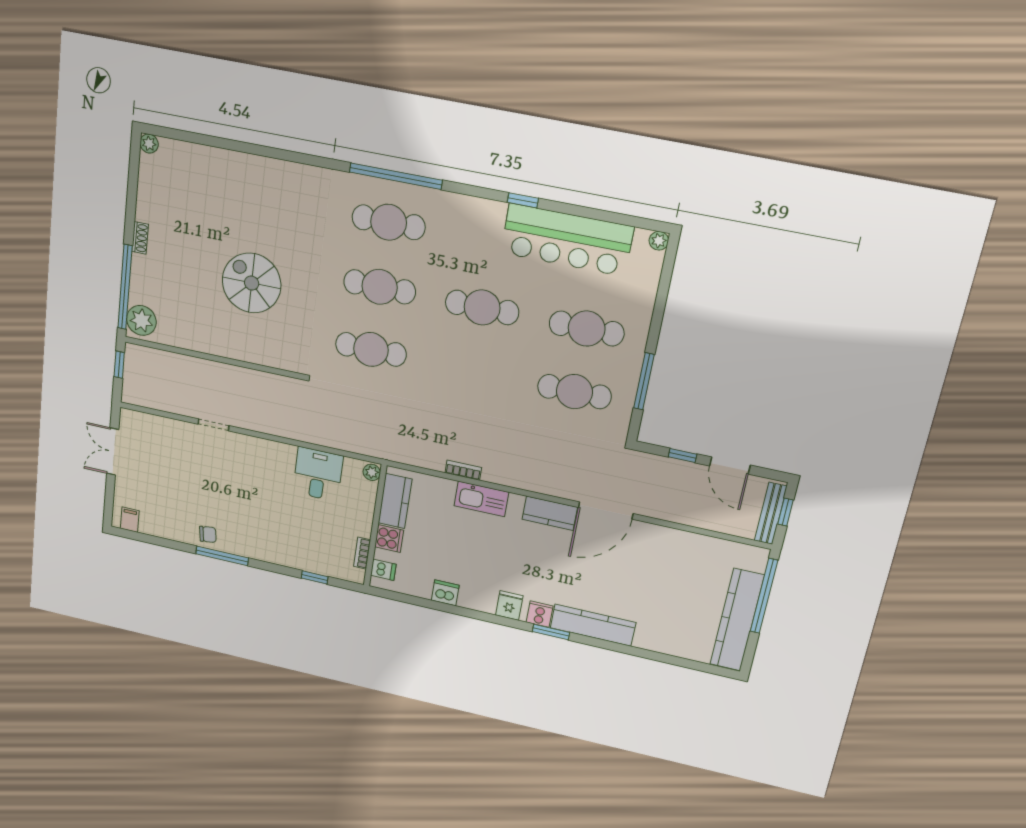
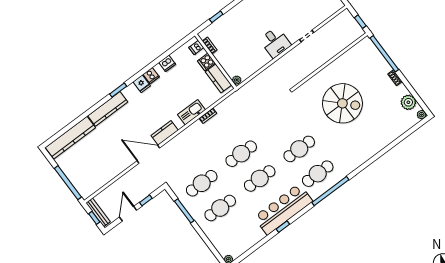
bar counter: (567, 240) -> (283, 209), moved
spiral stairs: (252, 283) -> (342, 103), width x1.37, depth x1.37
plant: (141, 320) -> (408, 102), moved
cafe table: (371, 349) -> (241, 154), moved
door: (730, 466) -> (128, 214), hinge flipped
desk: (318, 474) -> (275, 42), moved
door: (606, 511) -> (148, 154), hinge flipped
cooker: (540, 614) -> (151, 76), moved
kitchen counter: (737, 620) -> (70, 138), moved, turned 90

